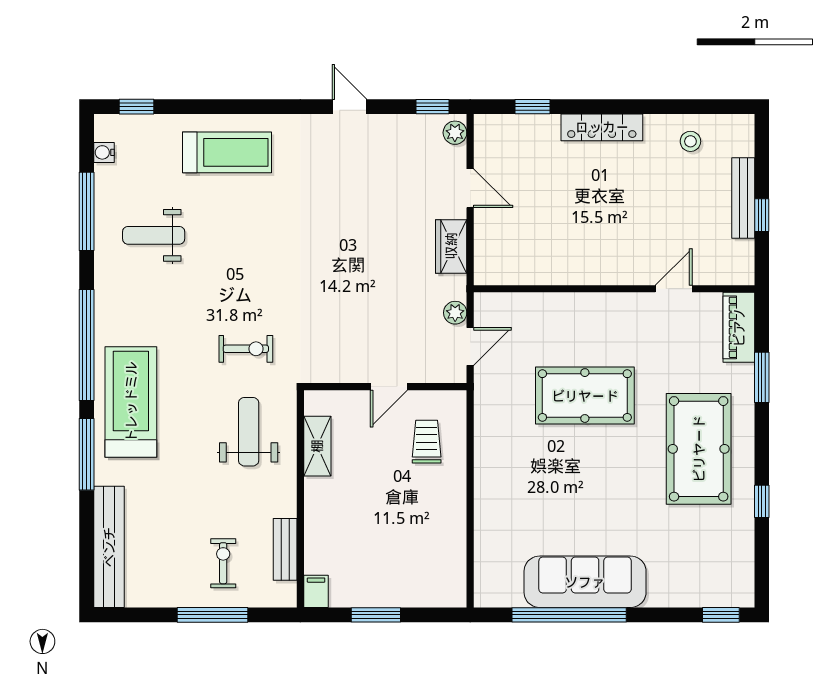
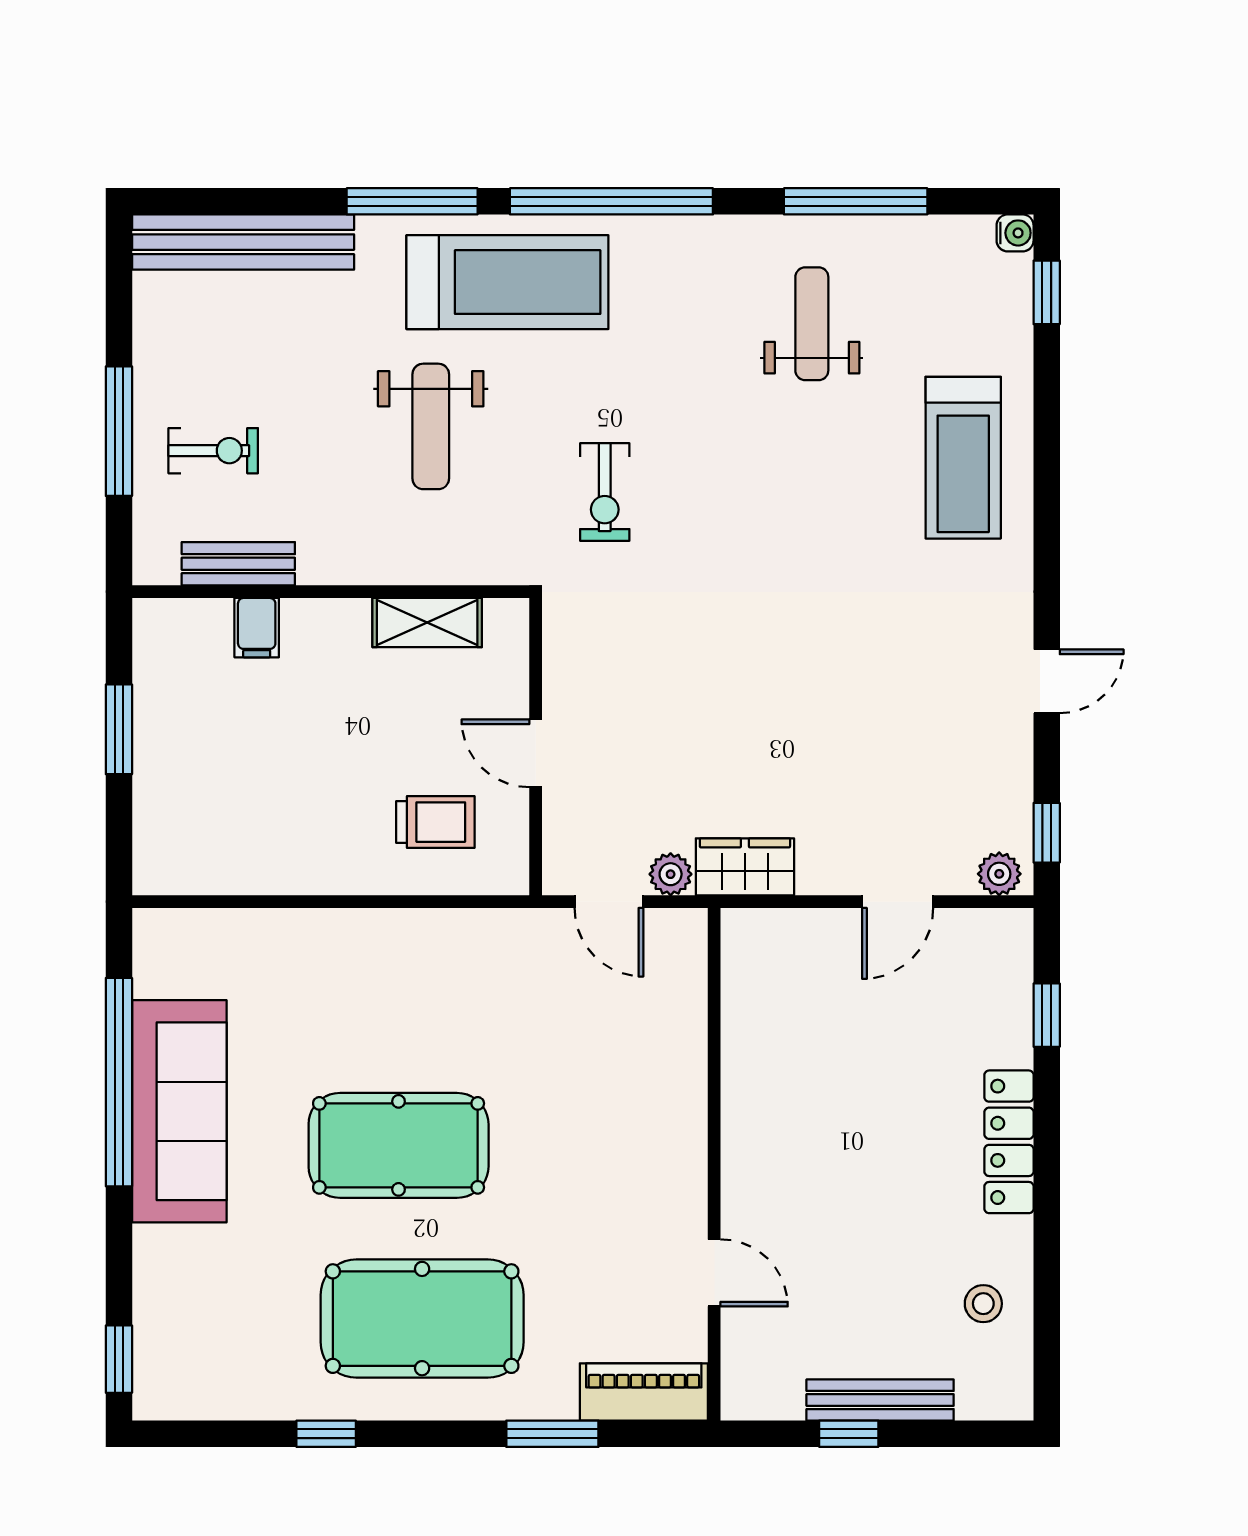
water cooler: (104, 152) -> (1015, 233), moved, turned 90
wardrobe: (451, 246) -> (745, 867), moved
pool table: (585, 396) -> (399, 1145), moved, turned 90
weight bench: (249, 432) -> (431, 426), moved, turned 90
filing cabinet: (316, 591) -> (257, 628), moved, turned 90

